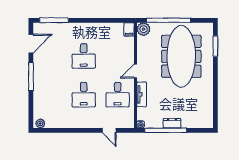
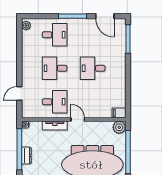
desk: (50, 95) -> (55, 35), added
desk: (118, 95) -> (55, 102), turned 180

